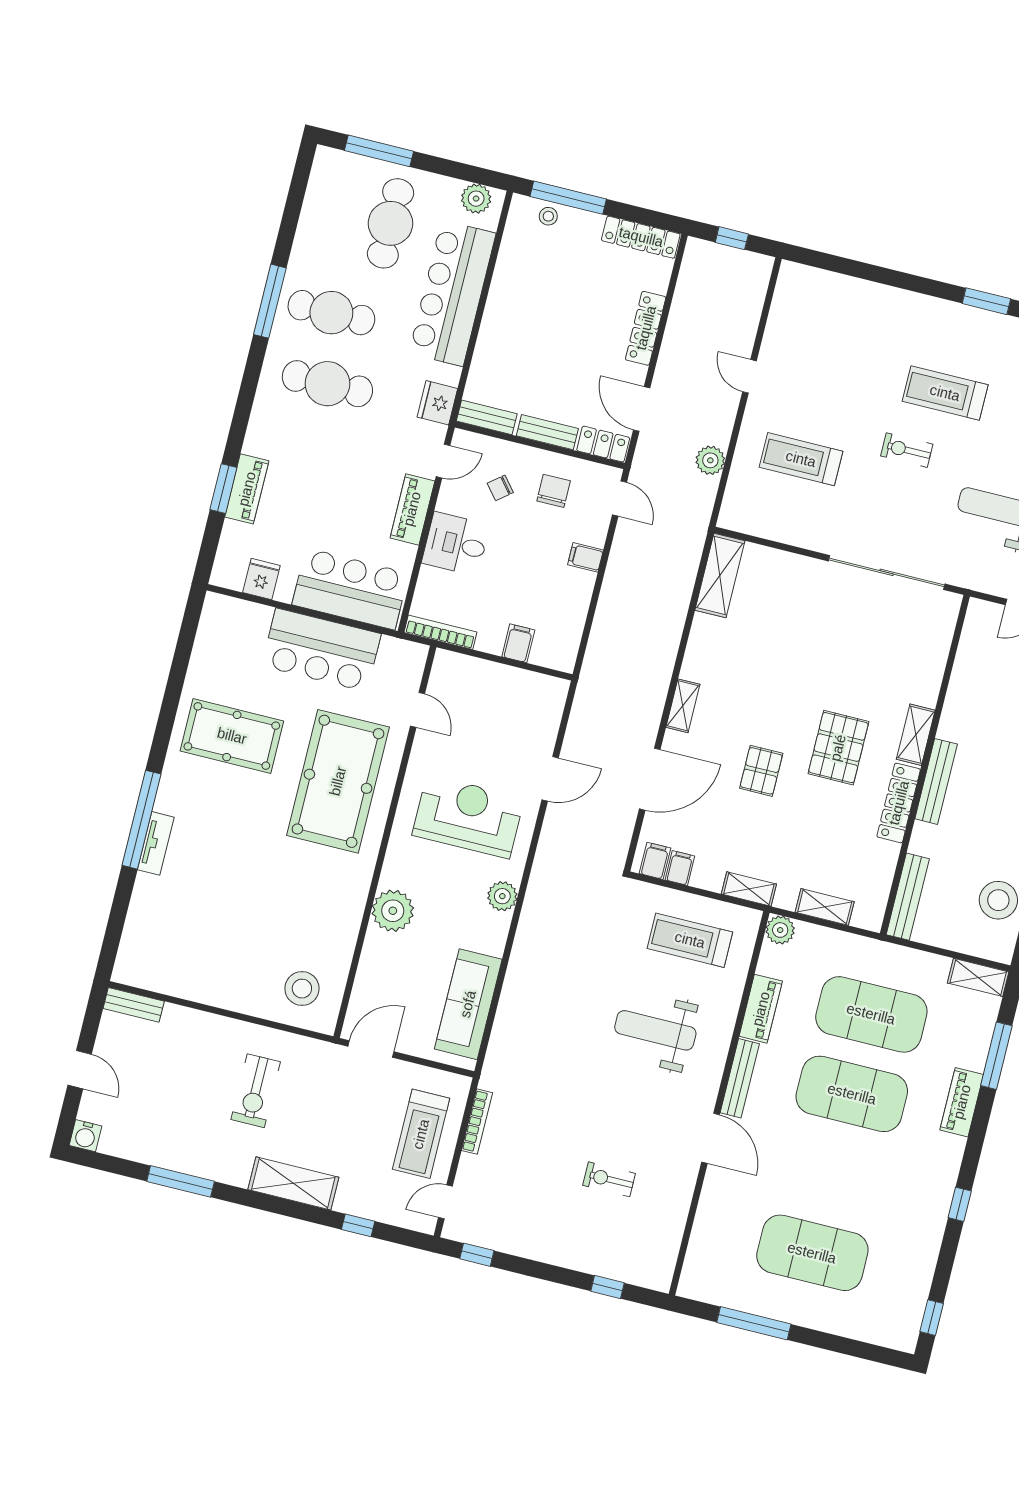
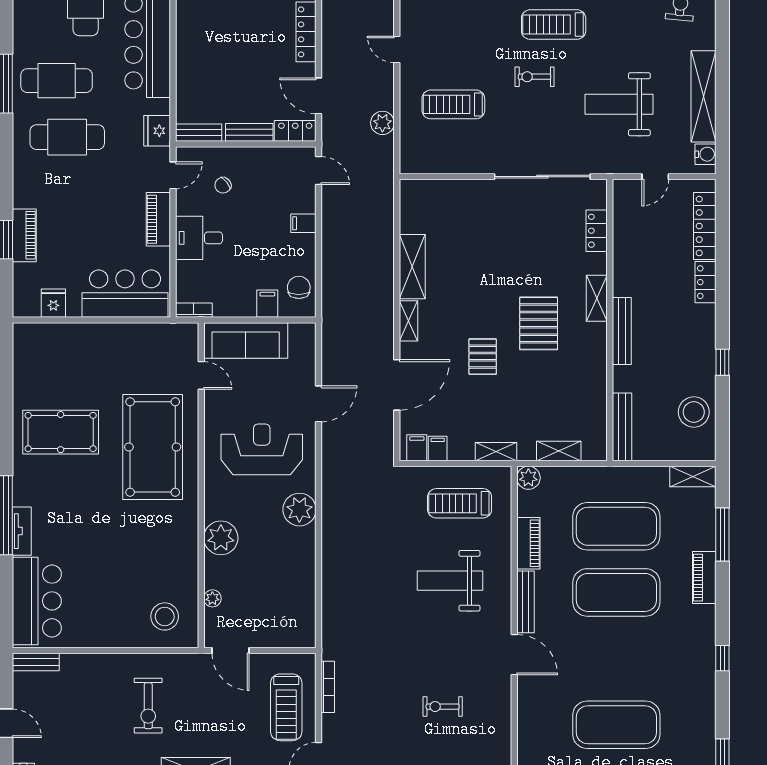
chair: (554, 491) -> (299, 287), moved
shelving: (720, 576) -> (412, 267), moved
bookcase: (440, 632) -> (194, 310), width x0.64
bar counter: (321, 650) -> (37, 601), moved, turned -90
locker: (899, 803) -> (597, 231), moved, width x0.66
plant: (502, 896) -> (299, 510), width x1.36, depth x1.36
plant: (365, 981) -> (212, 598), added
sofa: (468, 1004) -> (246, 341), moved, turned -90
door: (371, 1049) -> (230, 651), swing flipped

